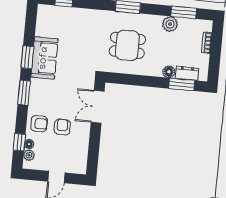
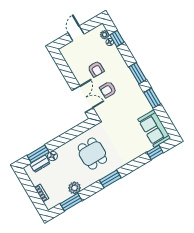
dining table: (127, 45) -> (92, 154), turned 90
sofa: (44, 58) -> (154, 129), moved
armchair: (39, 124) -> (108, 90), moved

